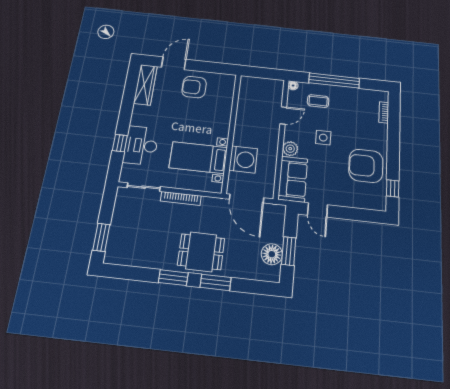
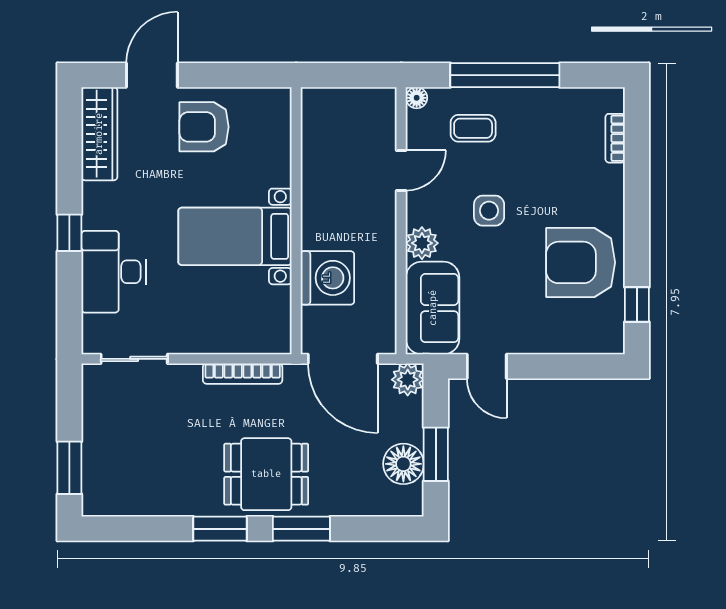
window: (120, 143) -> (69, 233), moved
bed with nightstands: (198, 158) -> (235, 236), moved
bookcase: (181, 198) -> (243, 374), moved
plant: (278, 212) -> (408, 380), added

